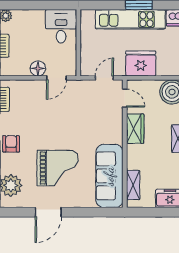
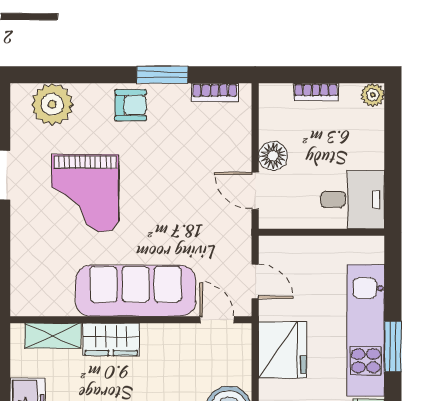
door: (125, 98) -> (217, 320), swing flipped
wardrobe: (135, 129) -> (111, 339), moved
sofa: (109, 176) -> (136, 291), moved

